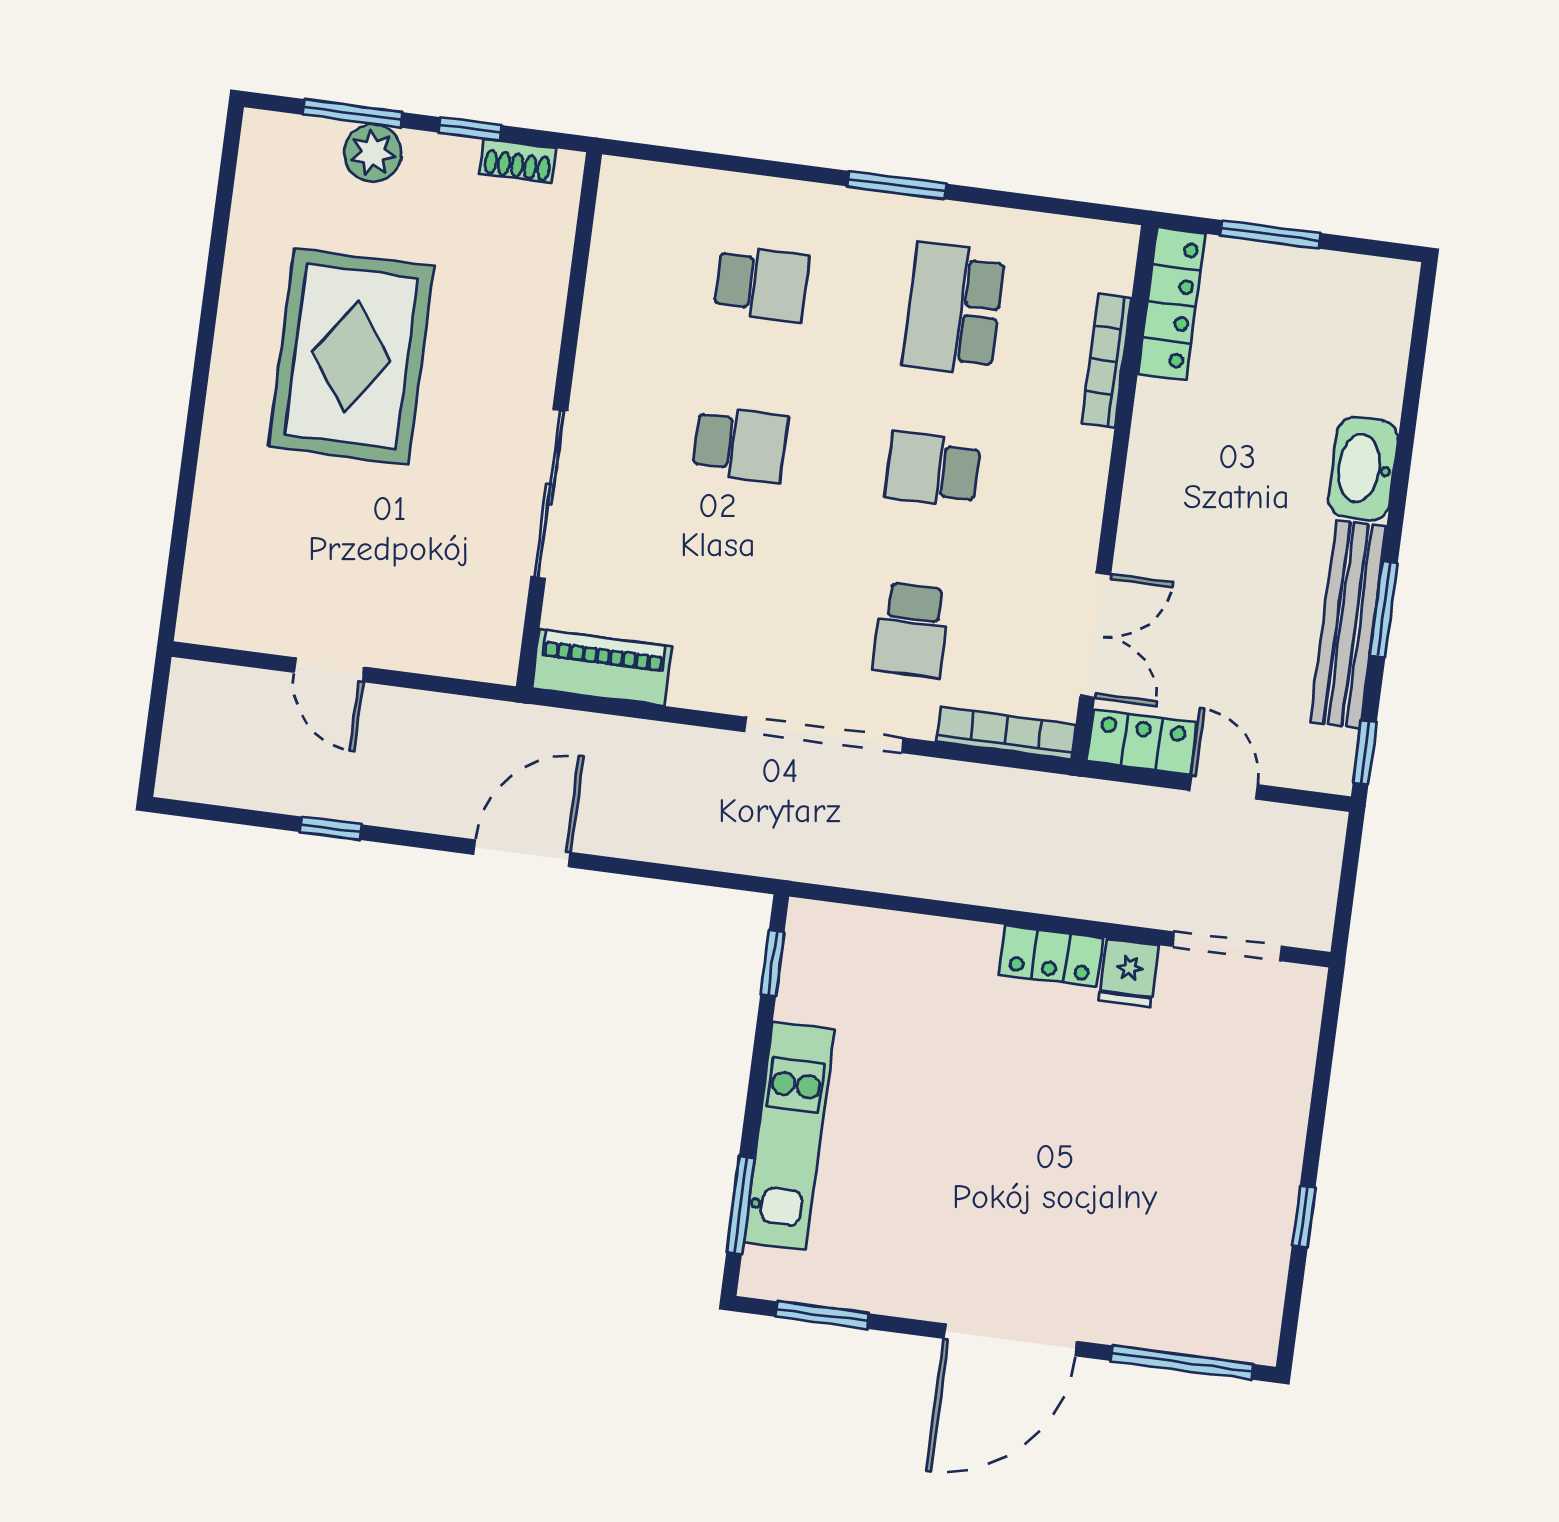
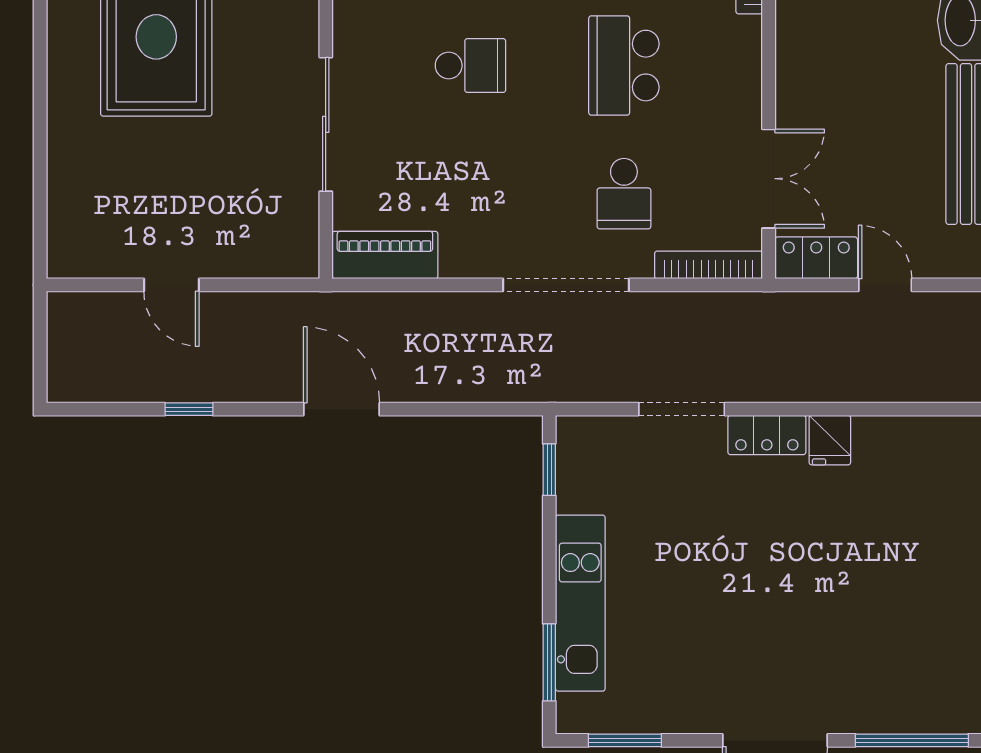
school desk: (933, 469) -> (624, 66), width x1.85
door: (522, 853) -> (342, 409), hinge flipped
doorway: (1227, 946) -> (682, 409), moved

